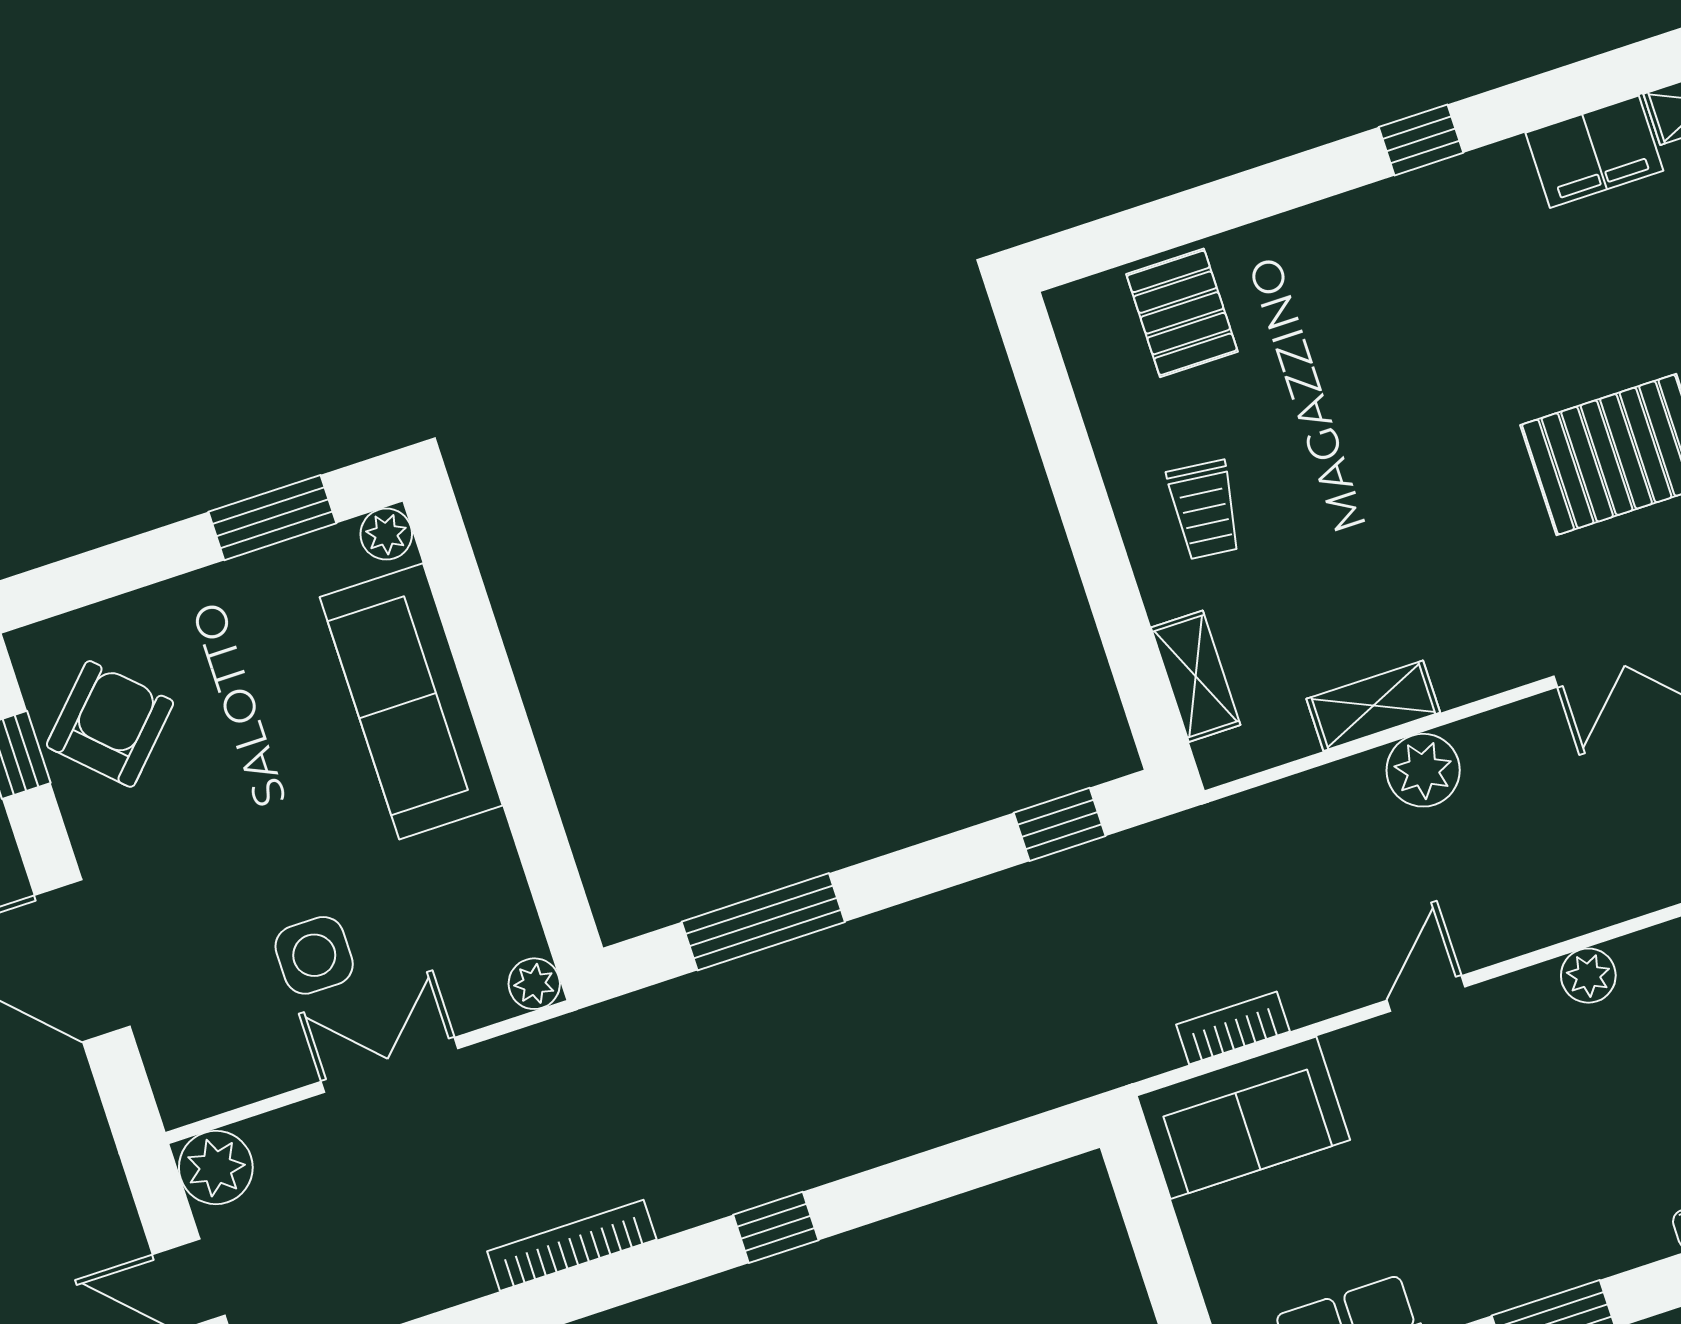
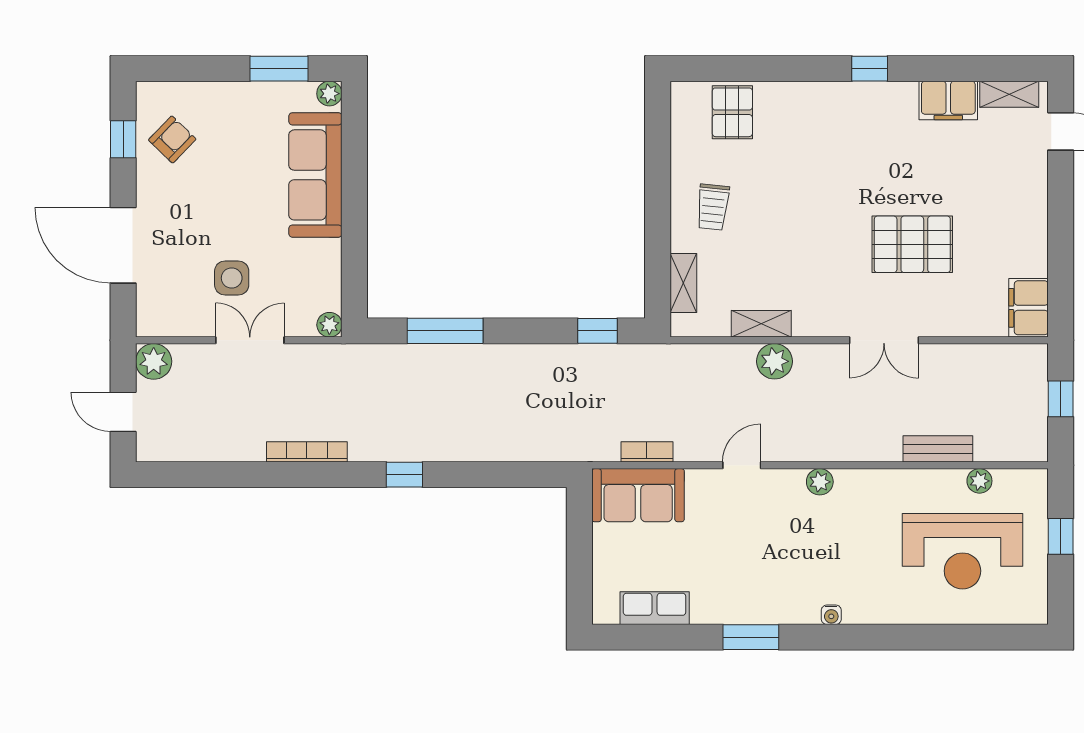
armchair: (110, 724) -> (172, 139), width x0.72, depth x0.72

